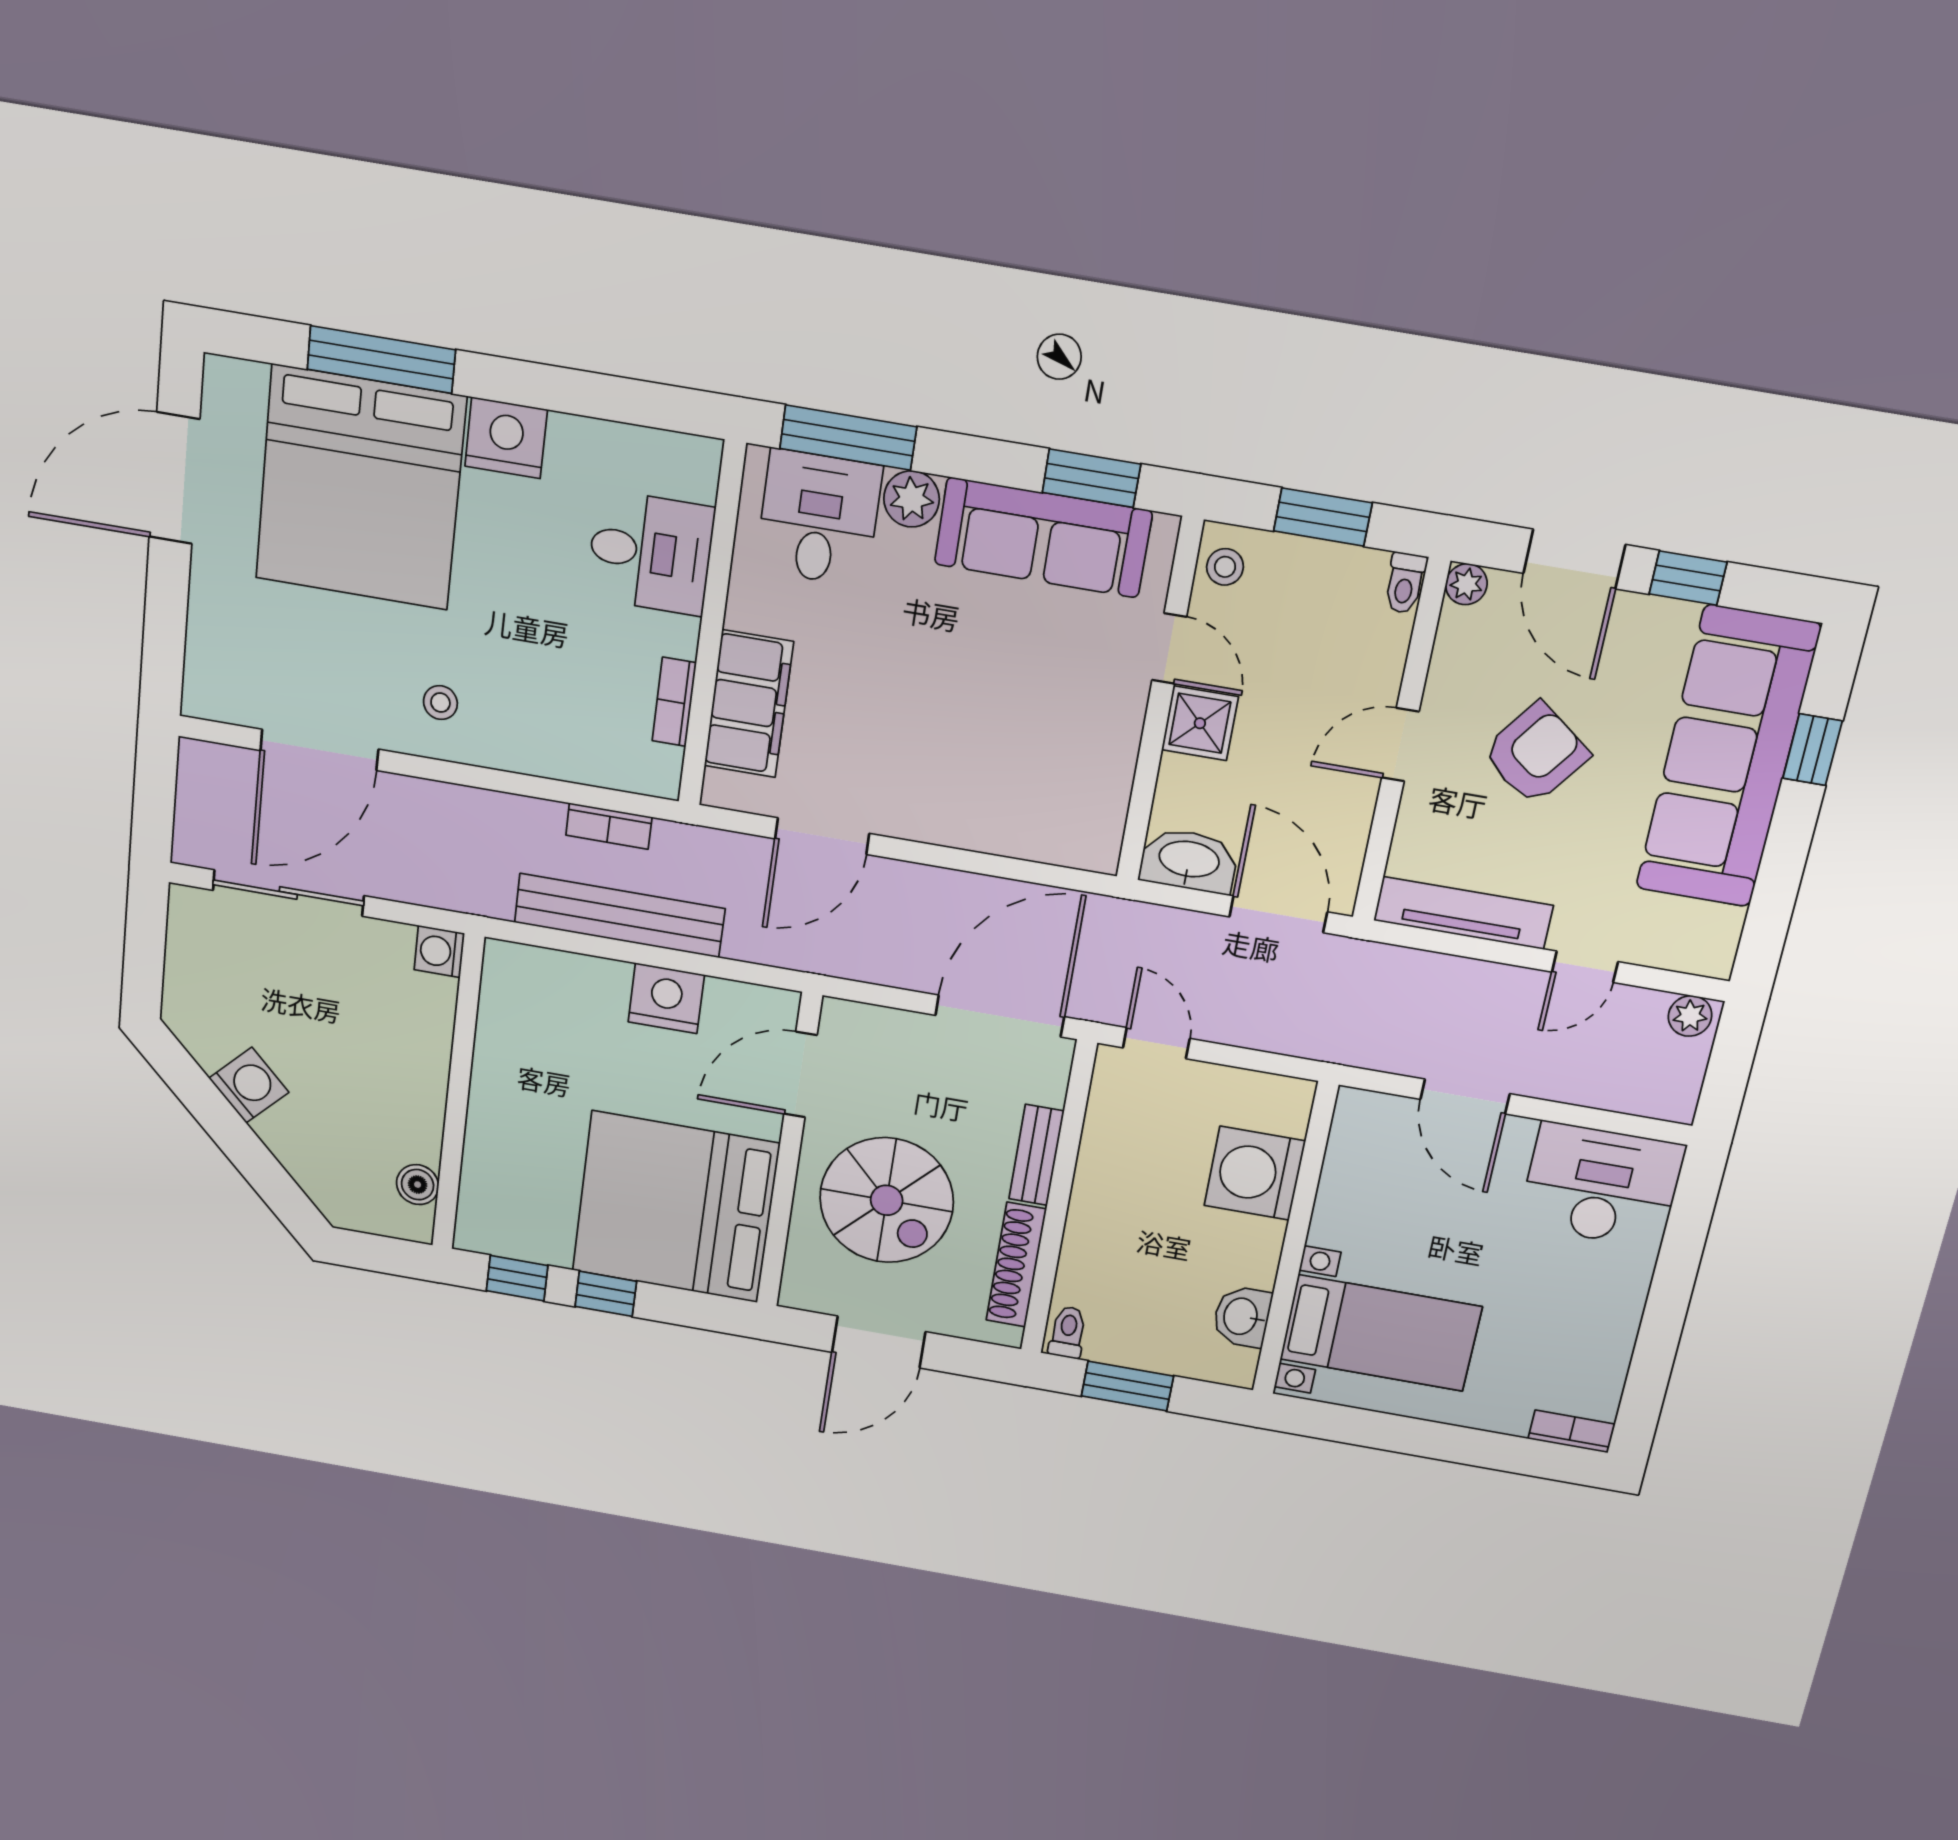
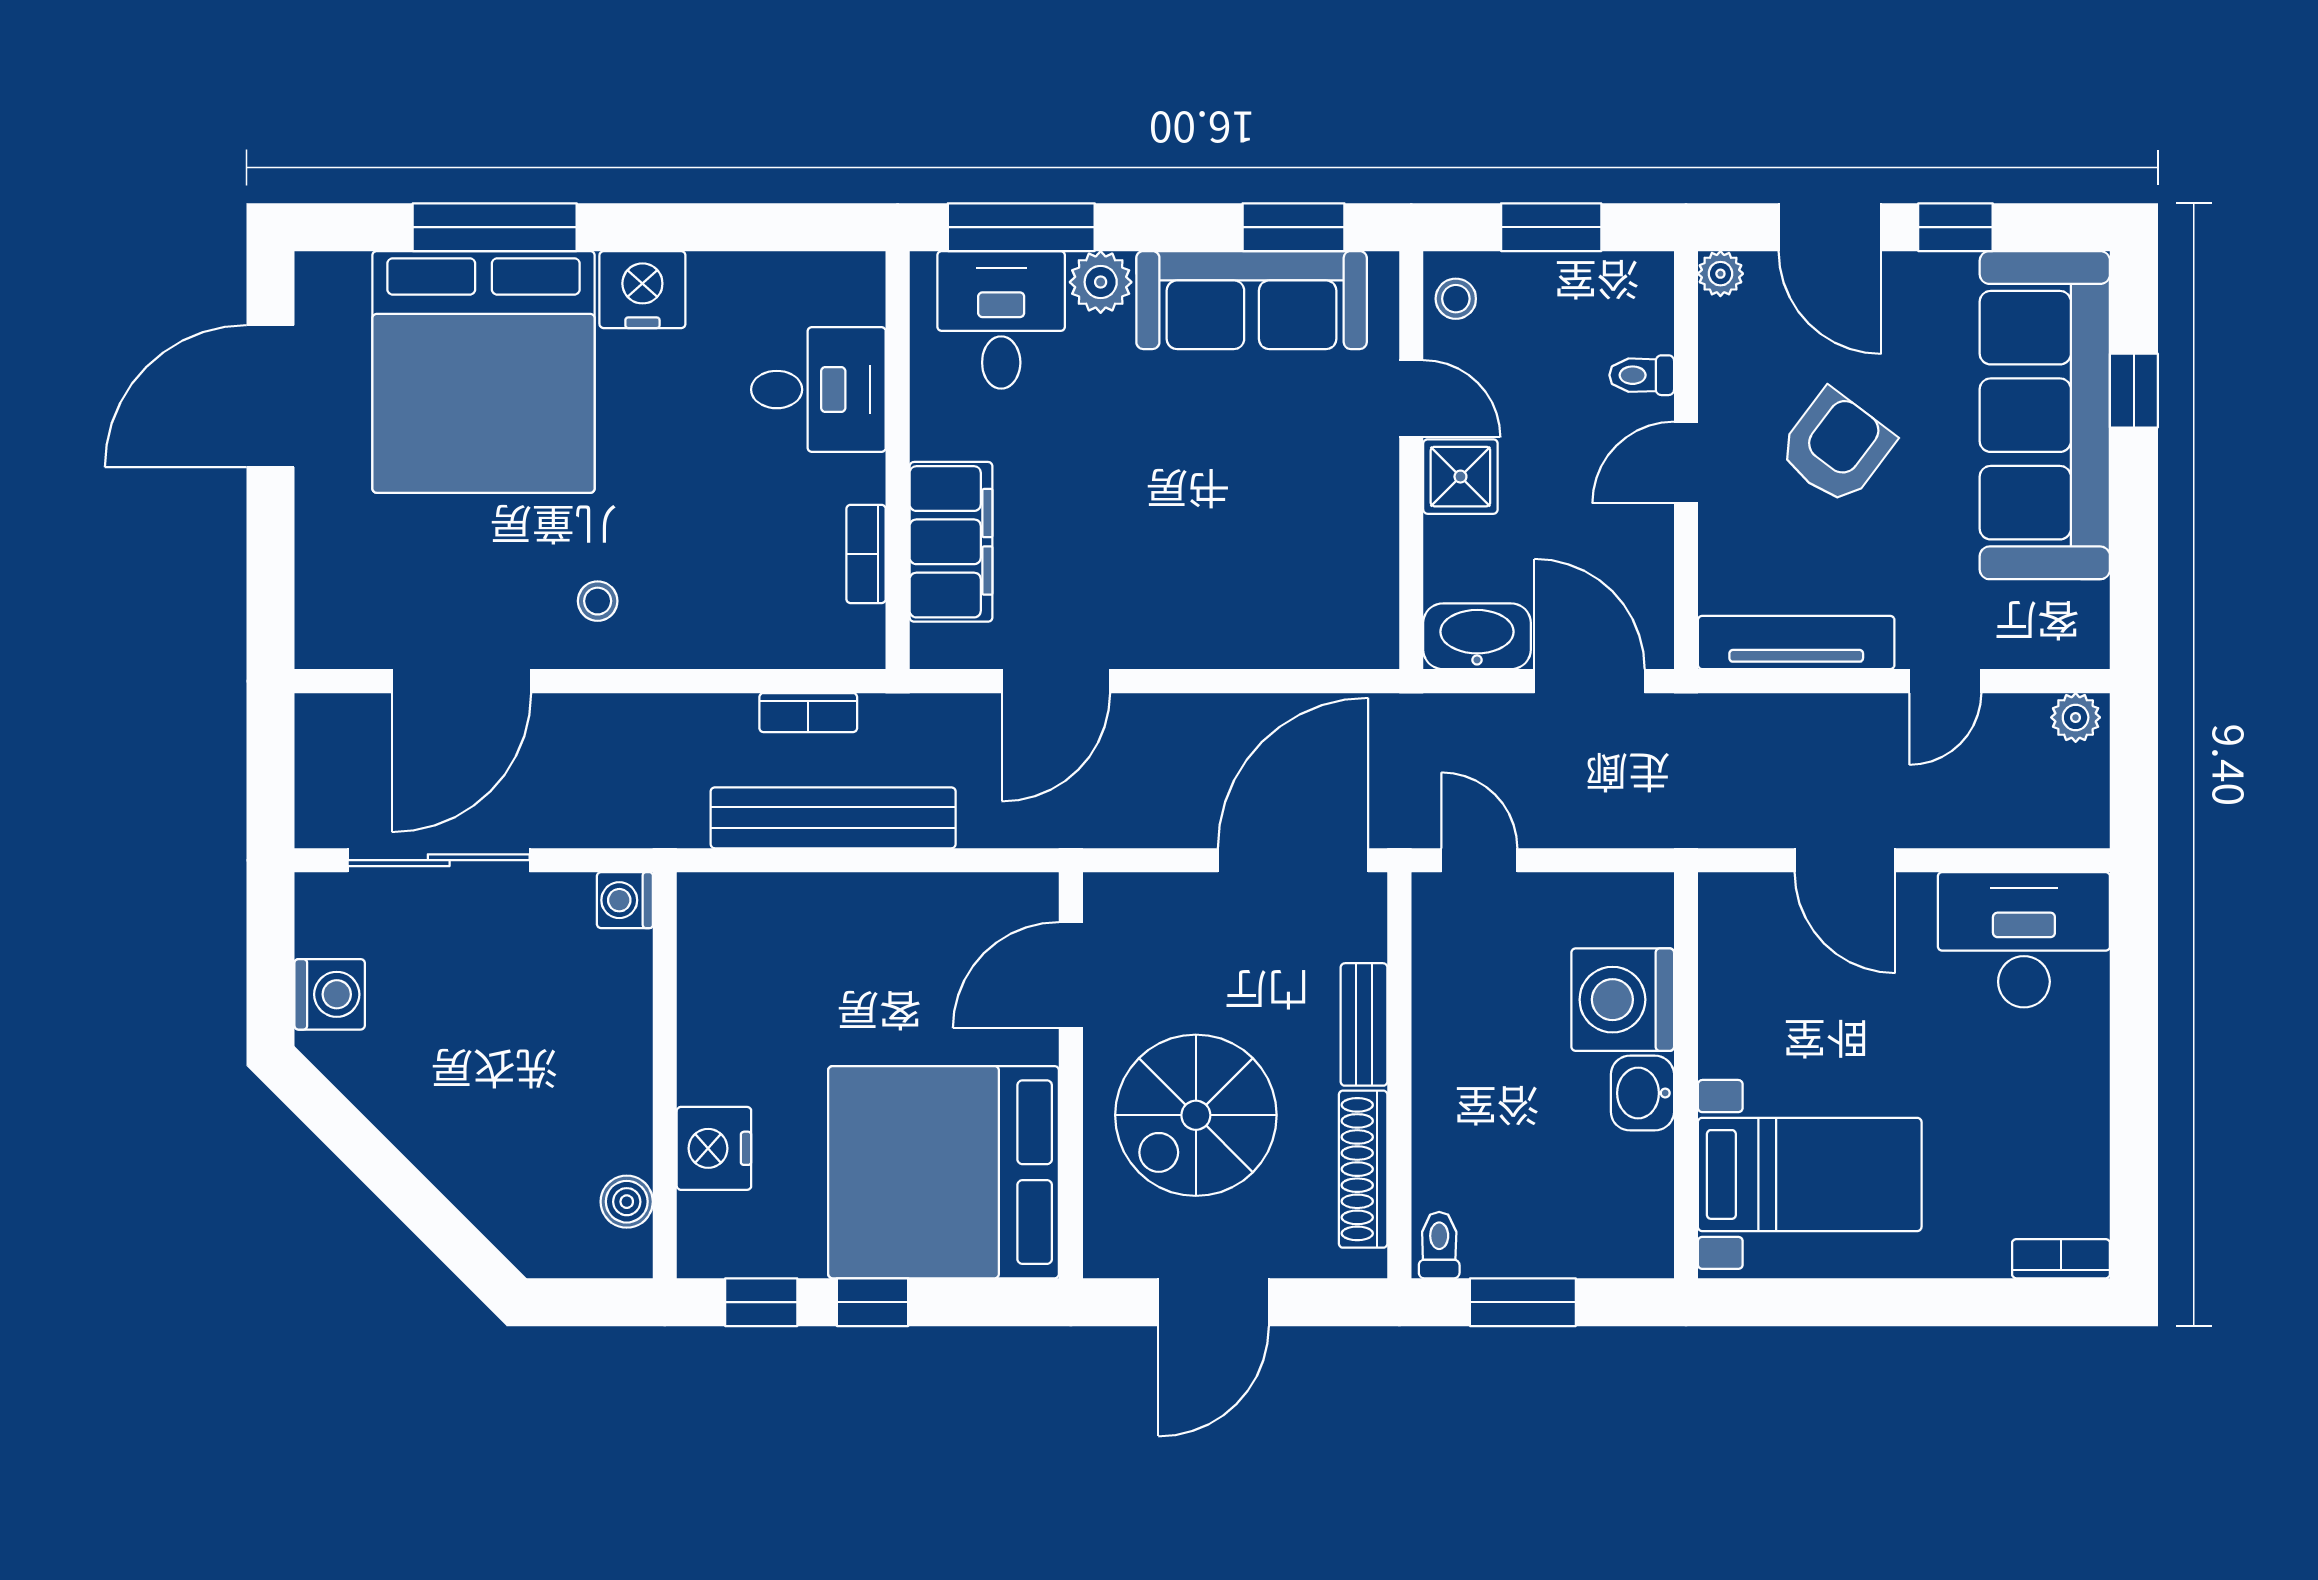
toilet: (1405, 583) -> (1642, 375), moved, turned 90
nightstand: (666, 998) -> (714, 1148), moved, turned -90
washing machine: (249, 1085) -> (330, 994), moved, turned 45
spiral stairs: (887, 1200) -> (1196, 1115), turned 90
washbasin: (1242, 1317) -> (1642, 1093), moved

